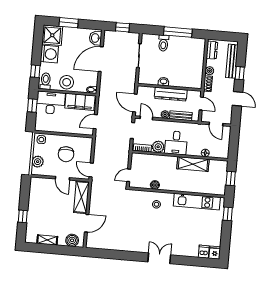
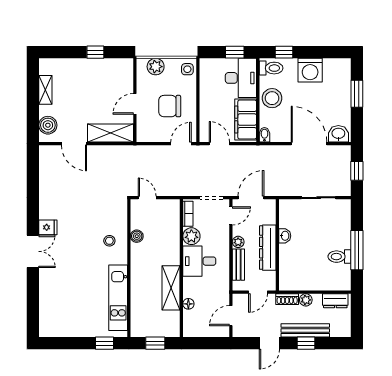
shower: (52, 35) -> (337, 72), removed
toilet: (163, 43) -> (339, 257), moved
bench: (232, 61) -> (305, 330), moved
door: (91, 170) -> (181, 144), moved
window: (23, 216) -> (95, 52), moved
dishwasher: (204, 252) -> (48, 314), removed
fridge: (215, 253) -> (48, 227), moved

